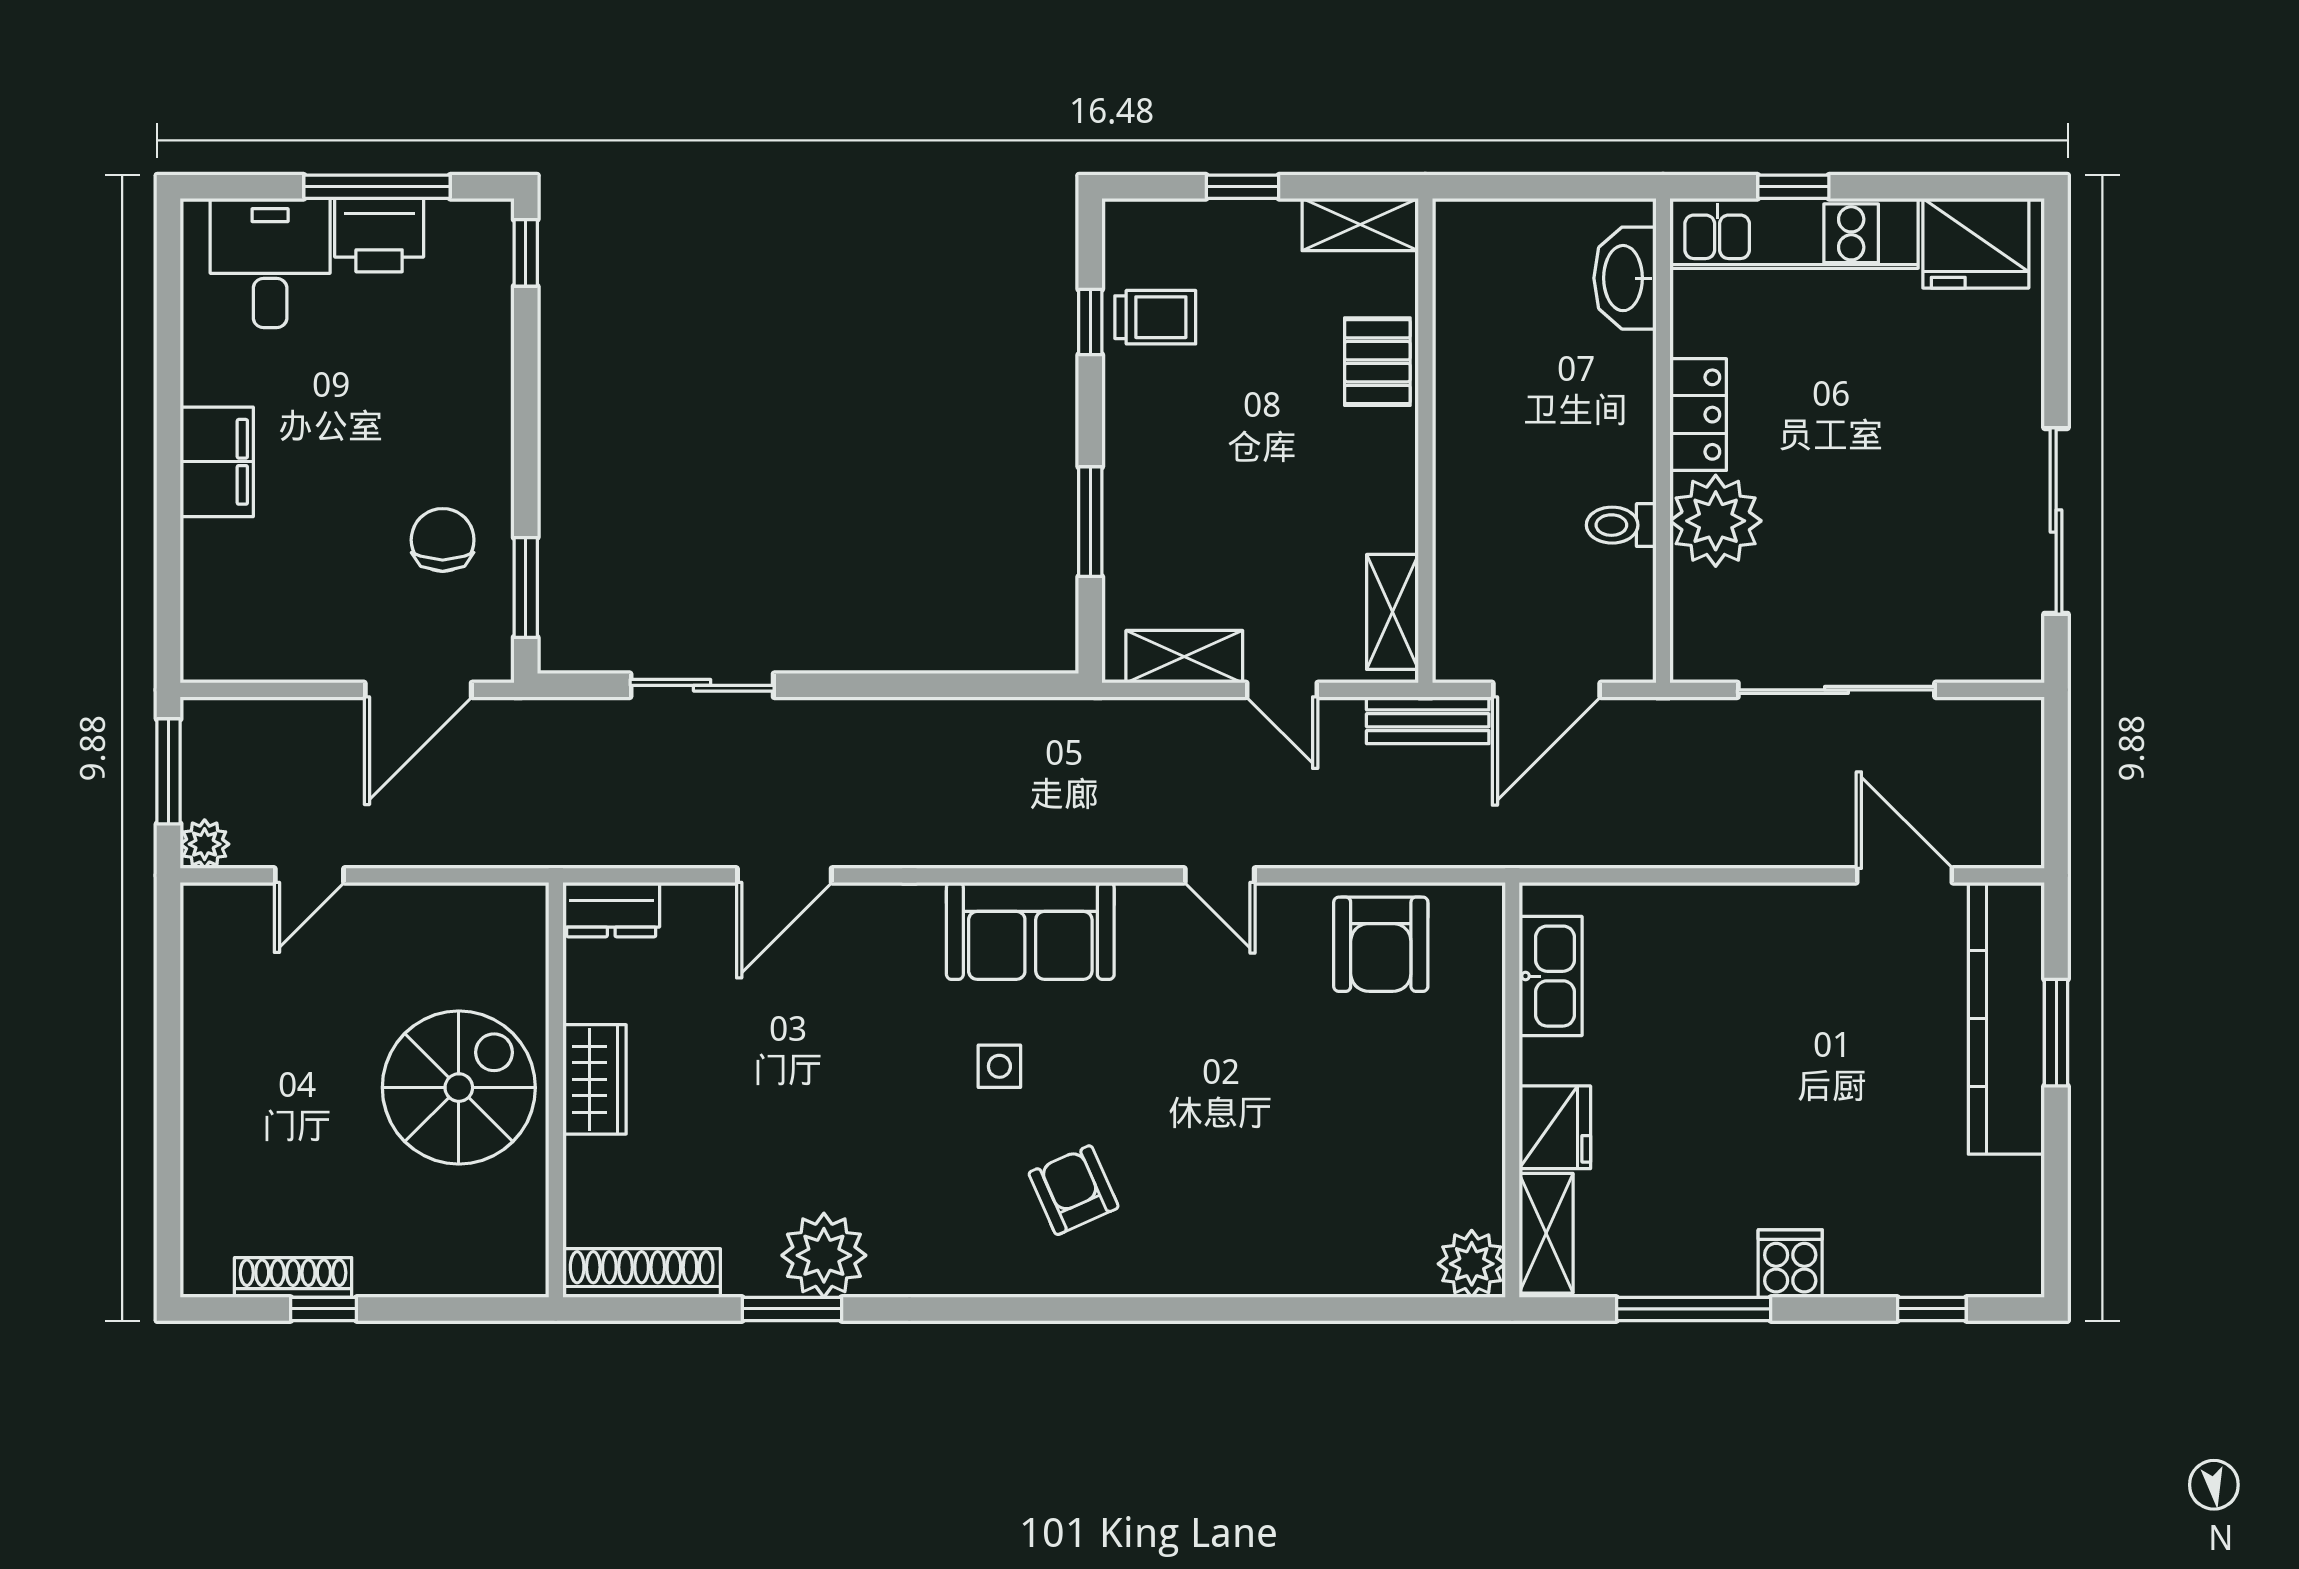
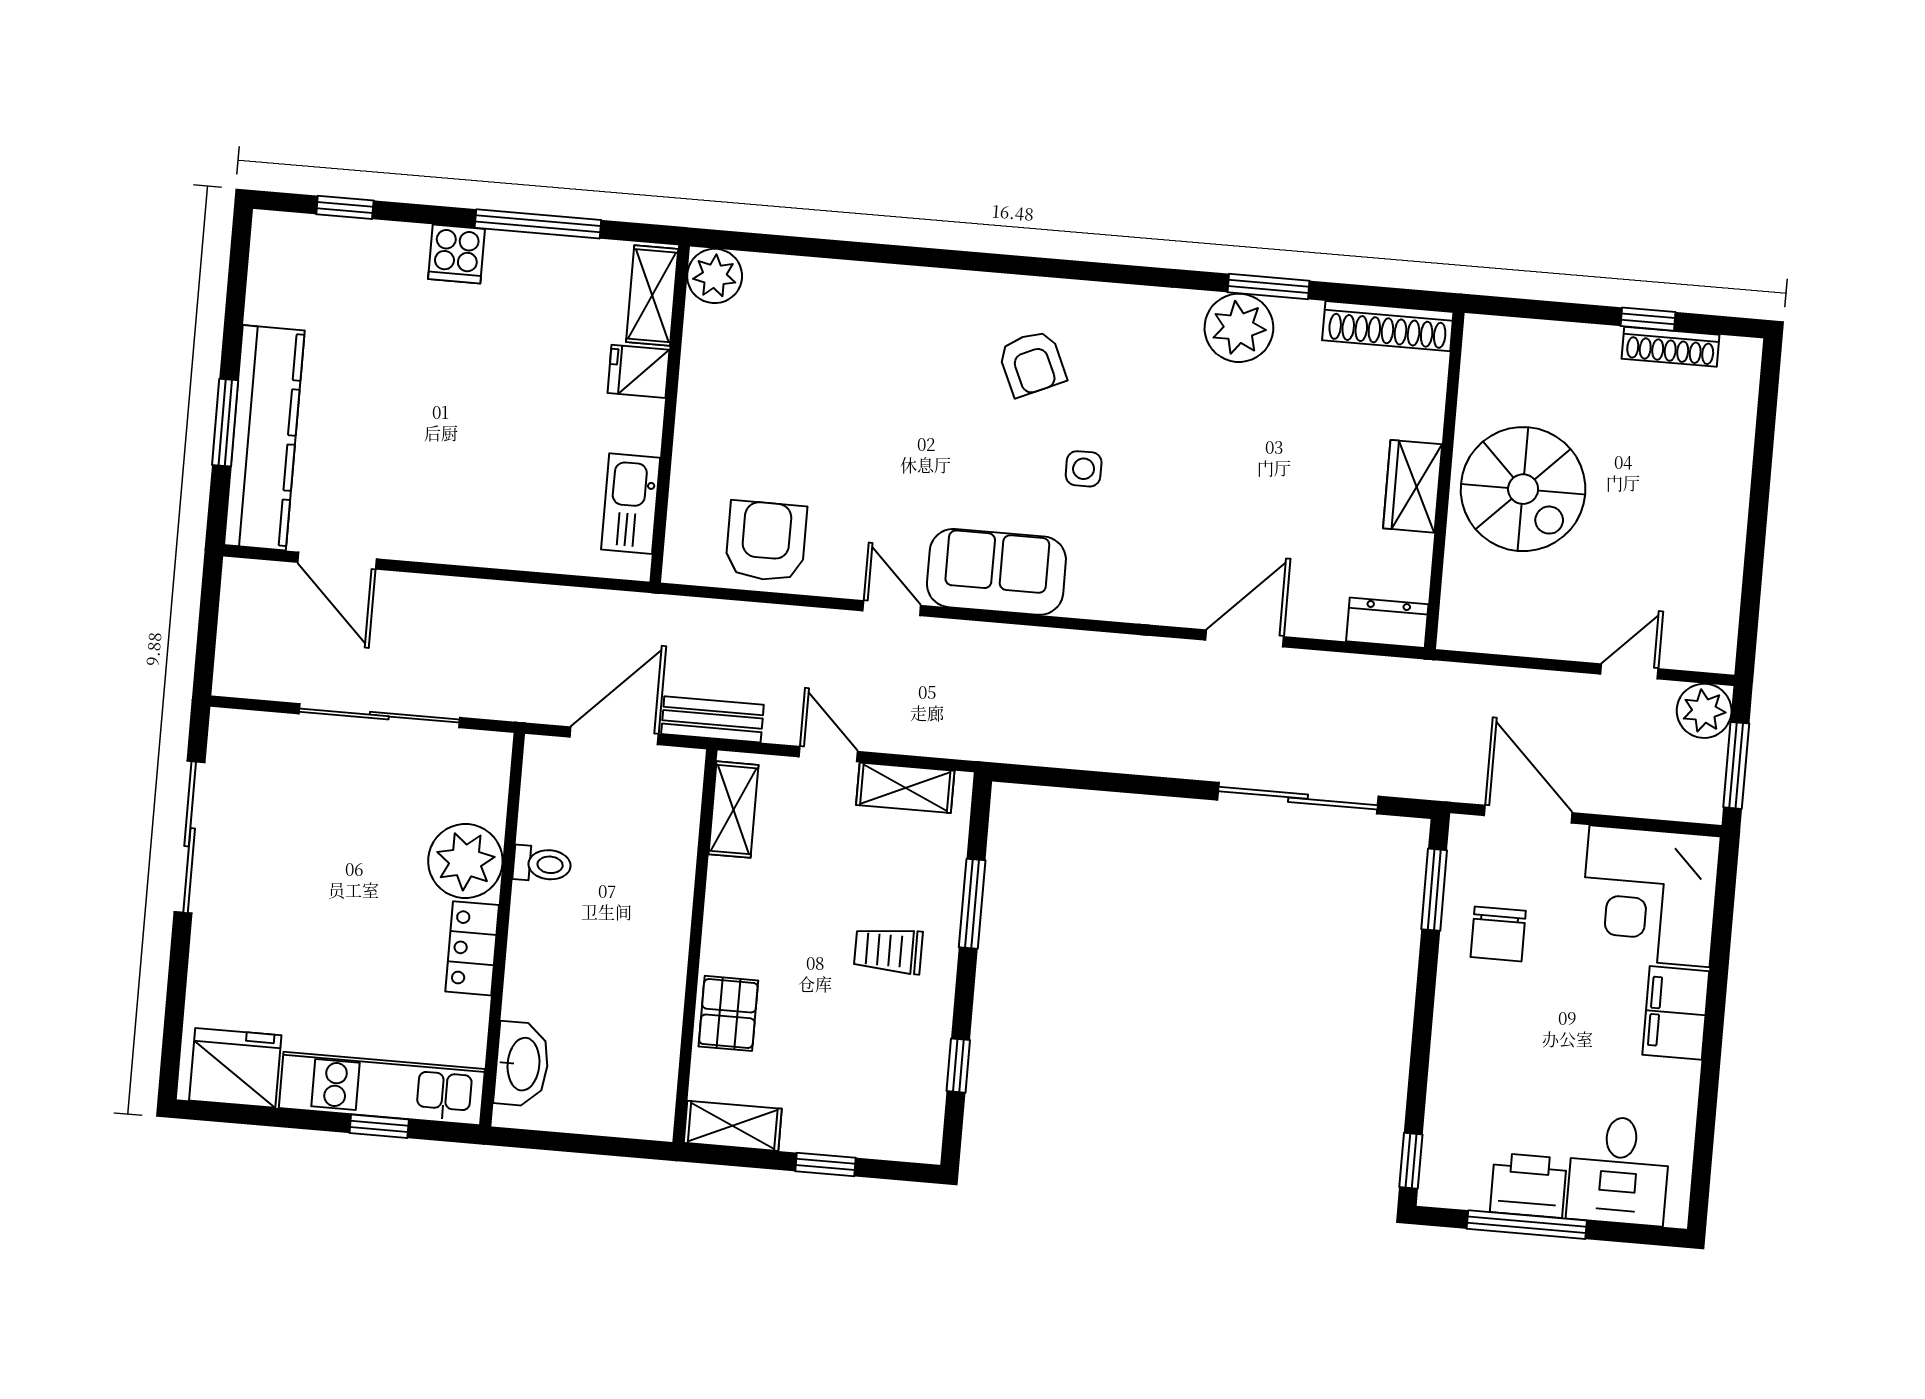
trolley: (1155, 317) -> (888, 950), moved
corner desk: (261, 602) -> (1650, 896), added
sliding door: (702, 685) -> (1298, 798), width x1.37
door: (418, 690) -> (1528, 814), hinge flipped
plant: (205, 844) -> (1704, 711), width x1.38, depth x1.38
sofa: (1030, 931) -> (996, 572), moved
spiral stairs: (459, 1088) -> (1523, 489), turned -90
fridge: (1555, 1127) -> (639, 371), width x0.72

